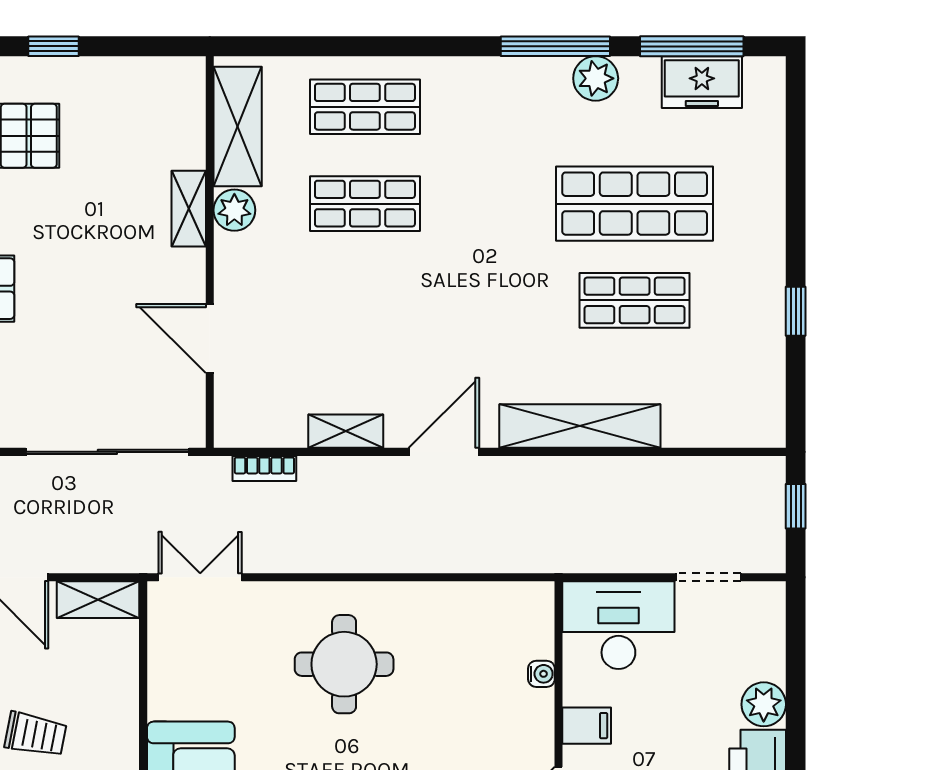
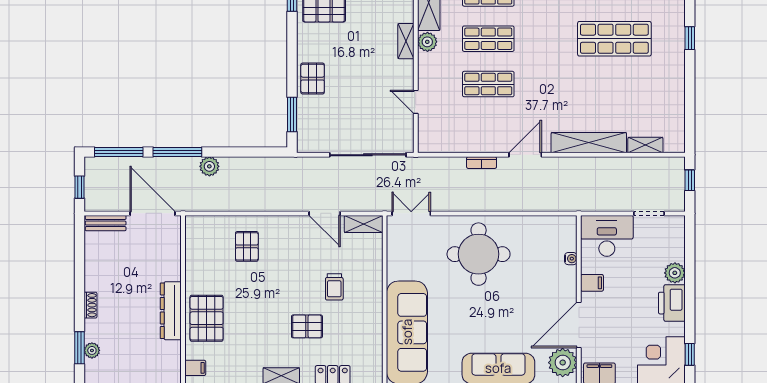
shop shelf: (635, 300) -> (488, 84), moved
window: (796, 311) -> (690, 38), moved
door: (210, 338) -> (416, 102), width x0.73
shelving: (346, 431) -> (645, 145), moved
bookcase: (264, 468) -> (482, 163), moved
round table: (344, 664) -> (479, 254), width x1.36, depth x1.36
trolley: (35, 734) -> (334, 287), turned 79

